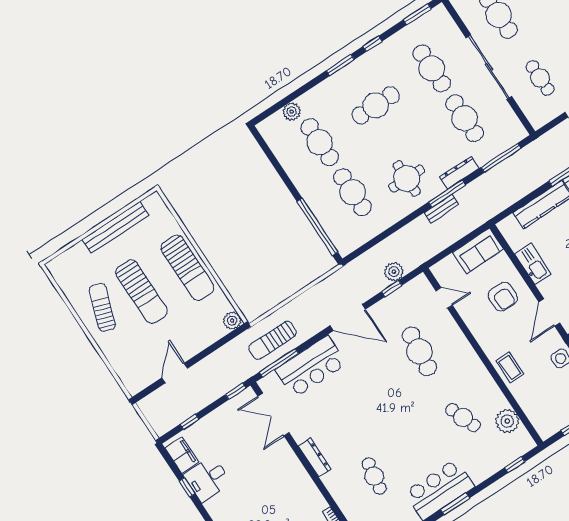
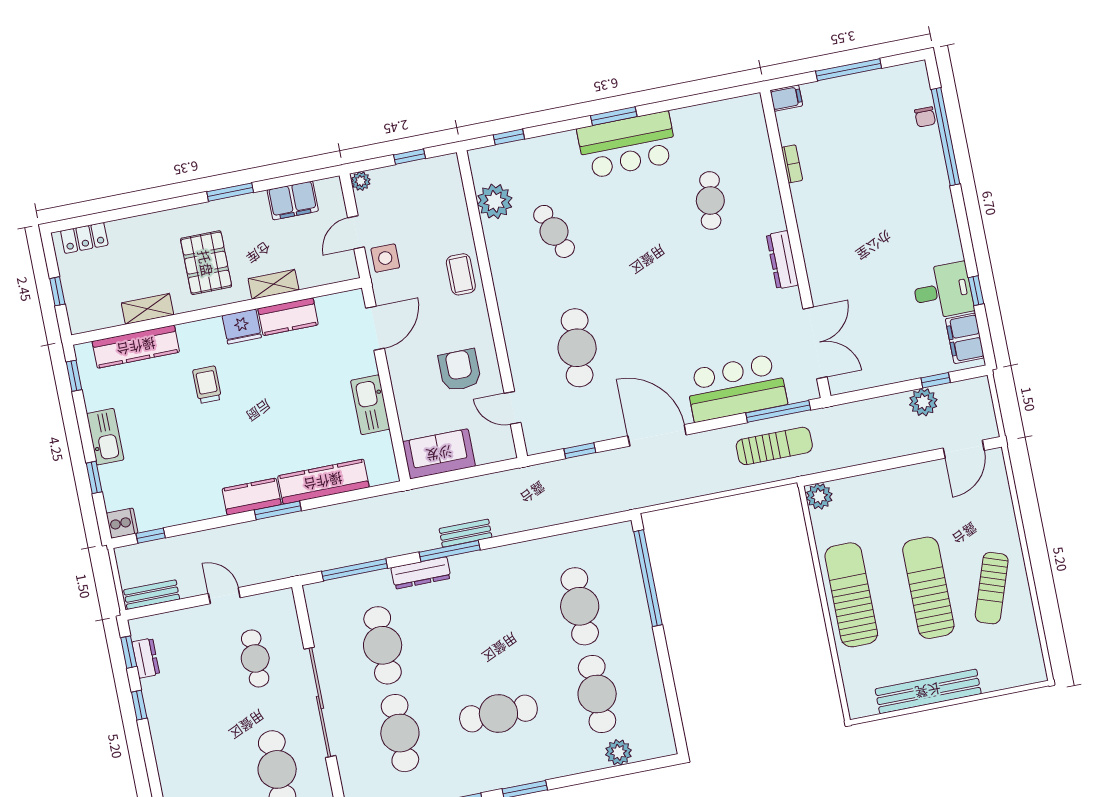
round table: (407, 179) -> (497, 594), removed
plant: (394, 272) -> (923, 402), moved
armchair: (503, 297) -> (460, 370), moved
door: (175, 373) -> (964, 449), moved
window: (236, 391) -> (854, 396), removed

